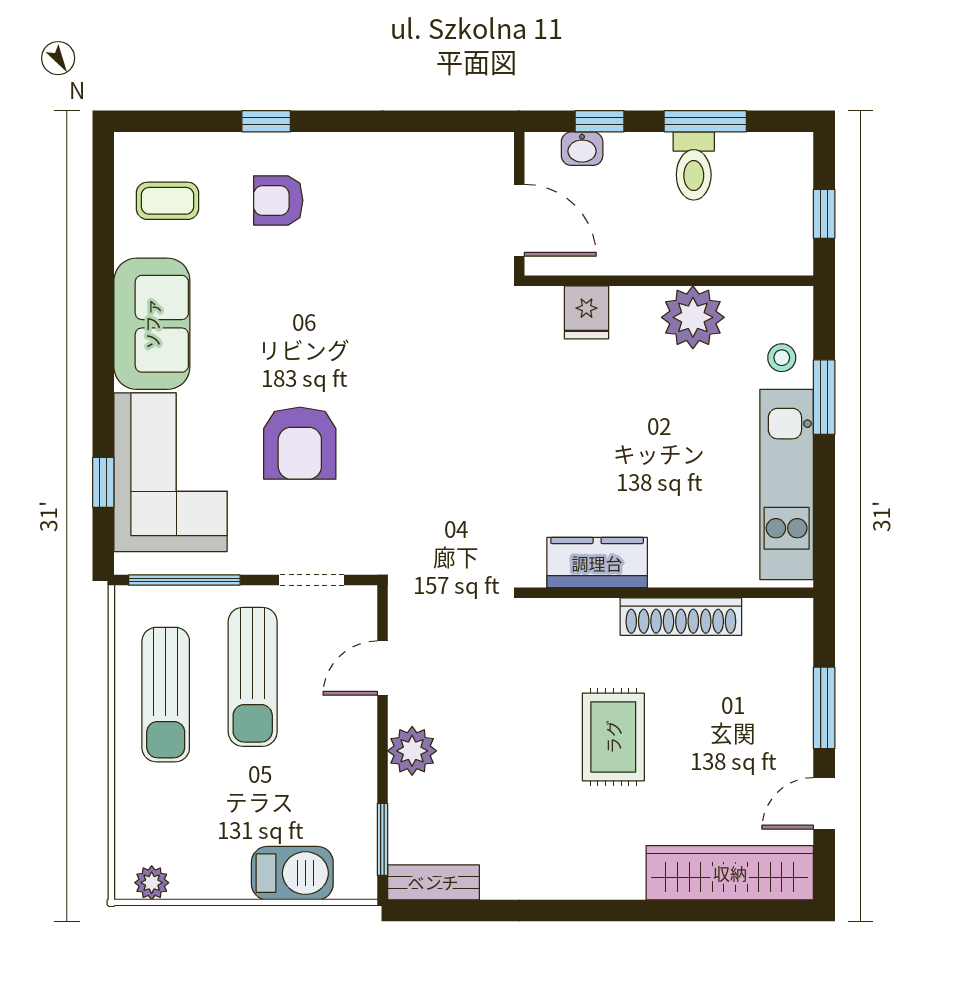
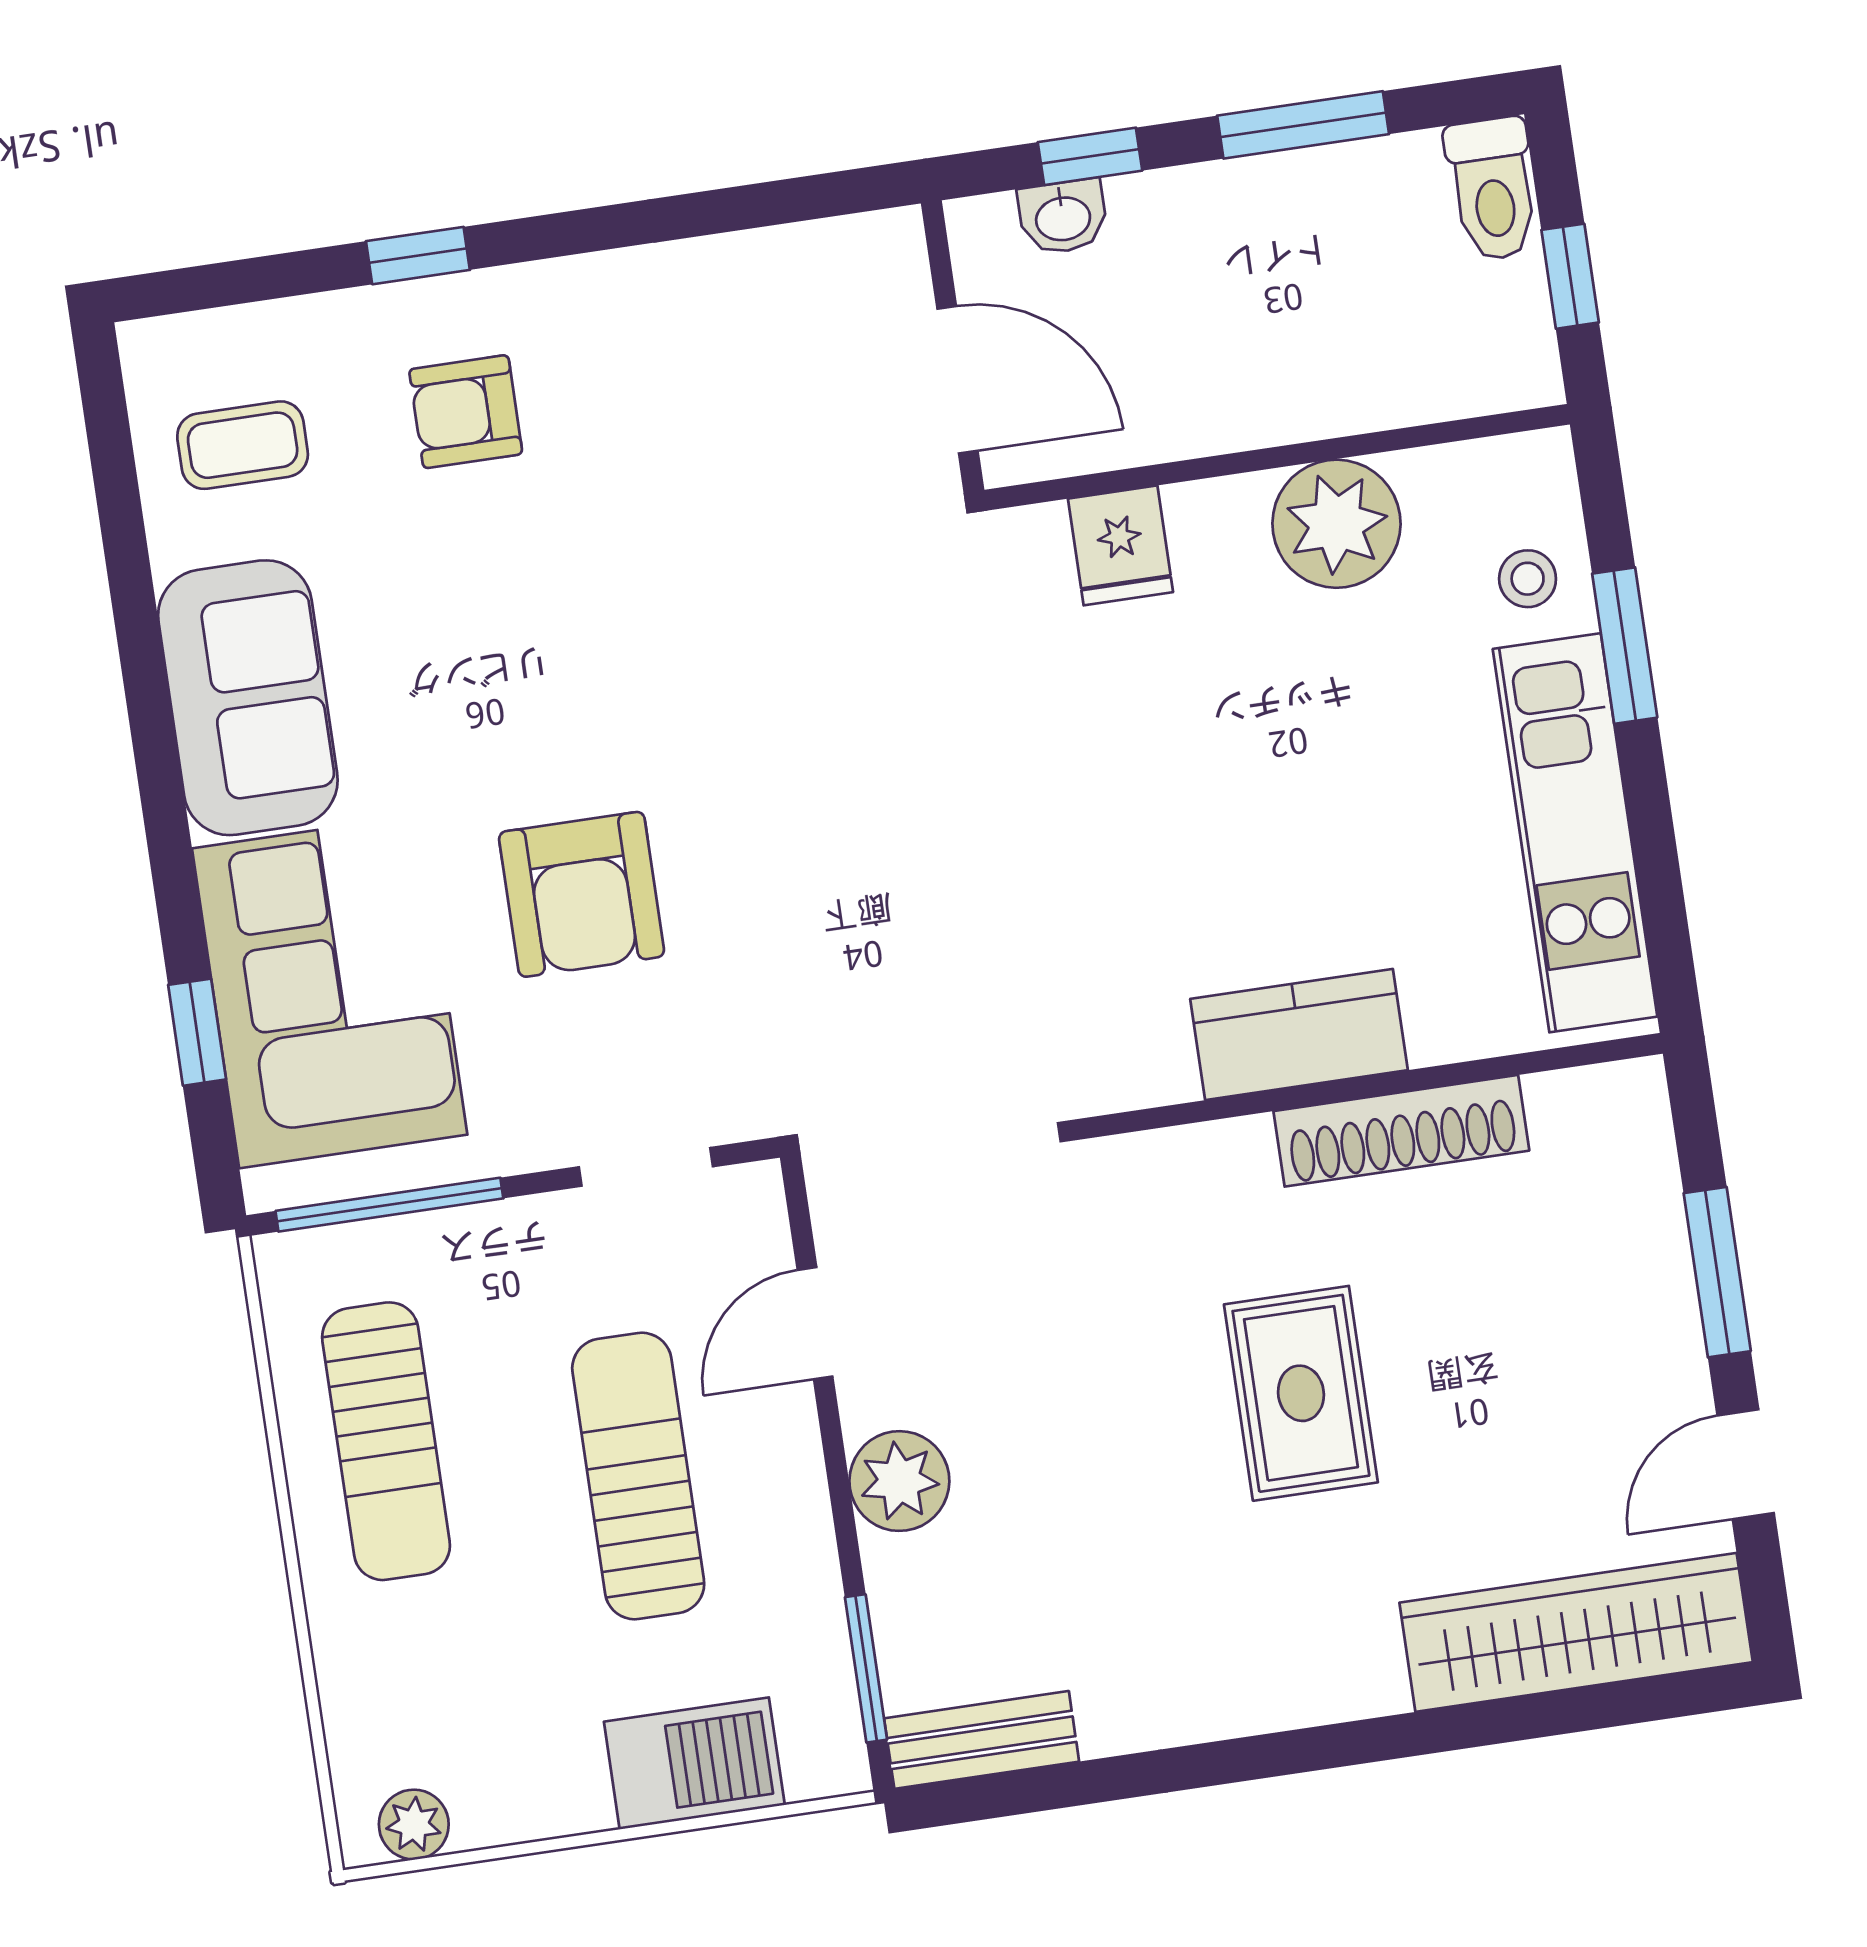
toilet: (694, 166) -> (1493, 189), moved
kitchen counter: (597, 563) -> (1299, 1034), moved
sun lounger: (253, 677) -> (638, 1476), moved, turned 180

